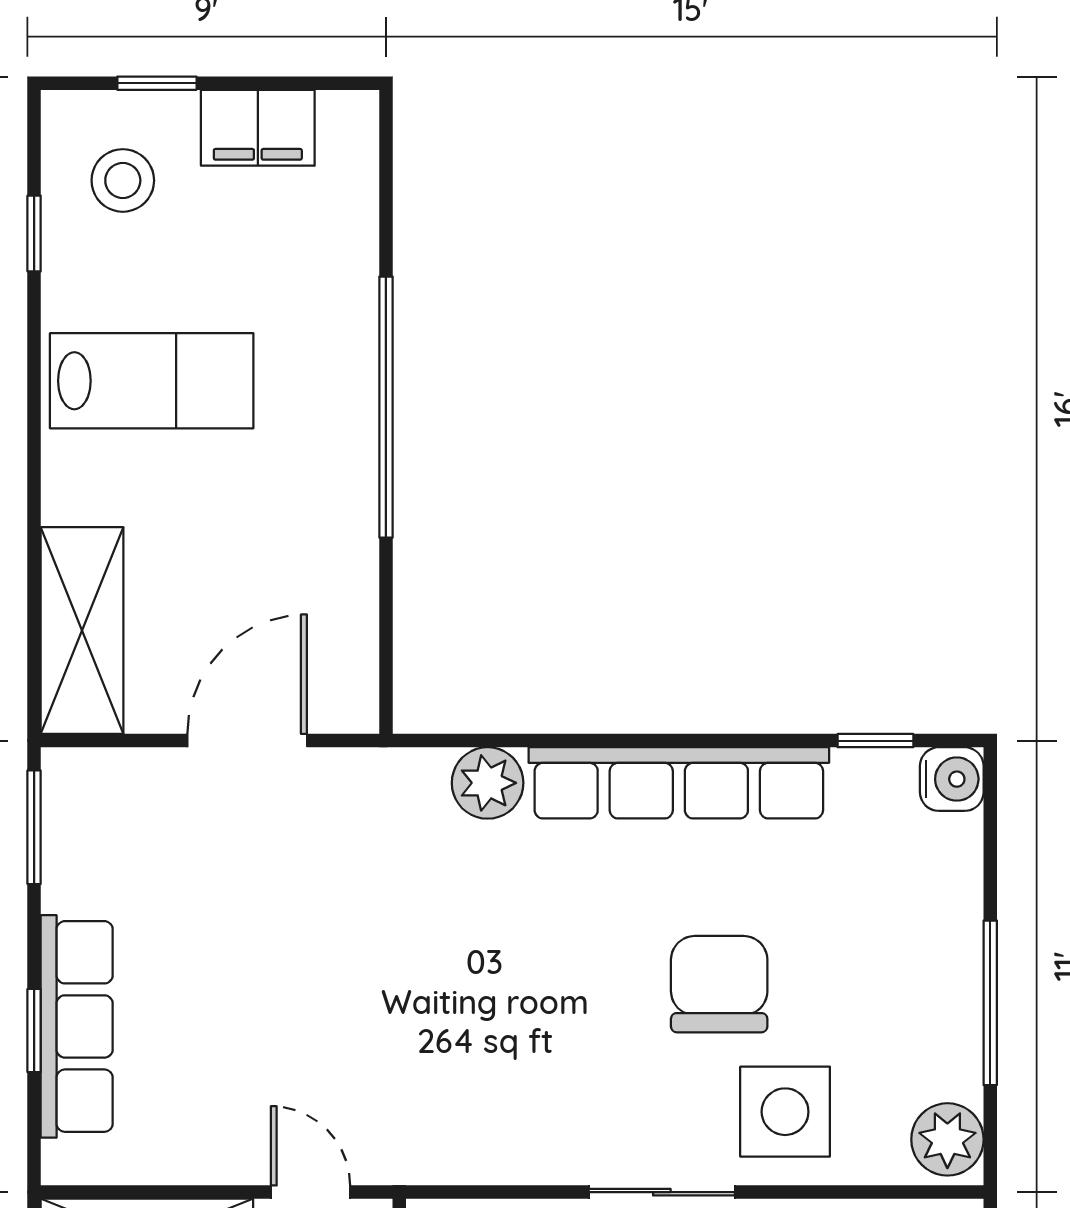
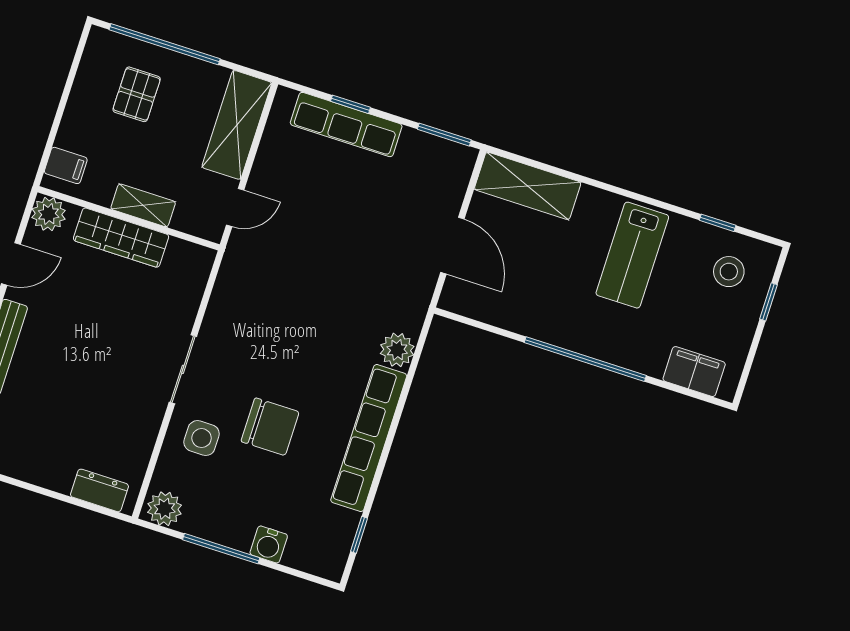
filing cabinet: (258, 128) -> (694, 372), moved, turned 90
water cooler: (952, 779) -> (269, 544), moved
side table: (785, 1112) -> (202, 438), width x0.73, depth x0.73

